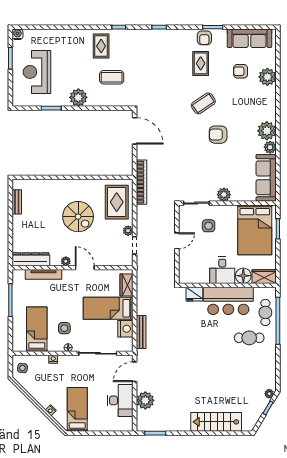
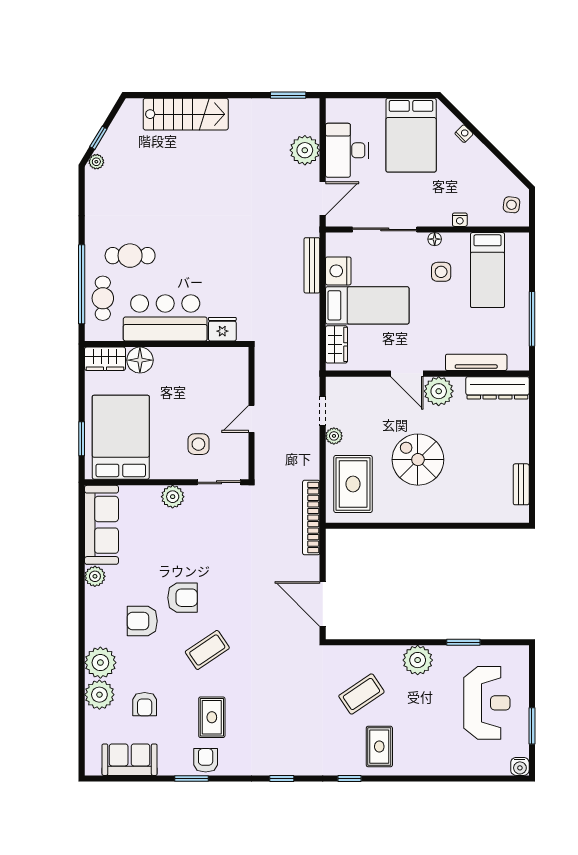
sofa: (249, 38) -> (130, 760), width x0.73
armchair: (241, 71) -> (145, 704), turned 90
coffee table: (112, 77) -> (361, 694), turned -34
armchair: (242, 121) -> (142, 621), added
plant: (267, 131) -> (100, 663), moved
plant: (66, 261) -> (439, 391), width x1.88, depth x1.88
desk: (222, 270) -> (175, 369), removed
bed: (77, 409) -> (411, 135), width x1.50

